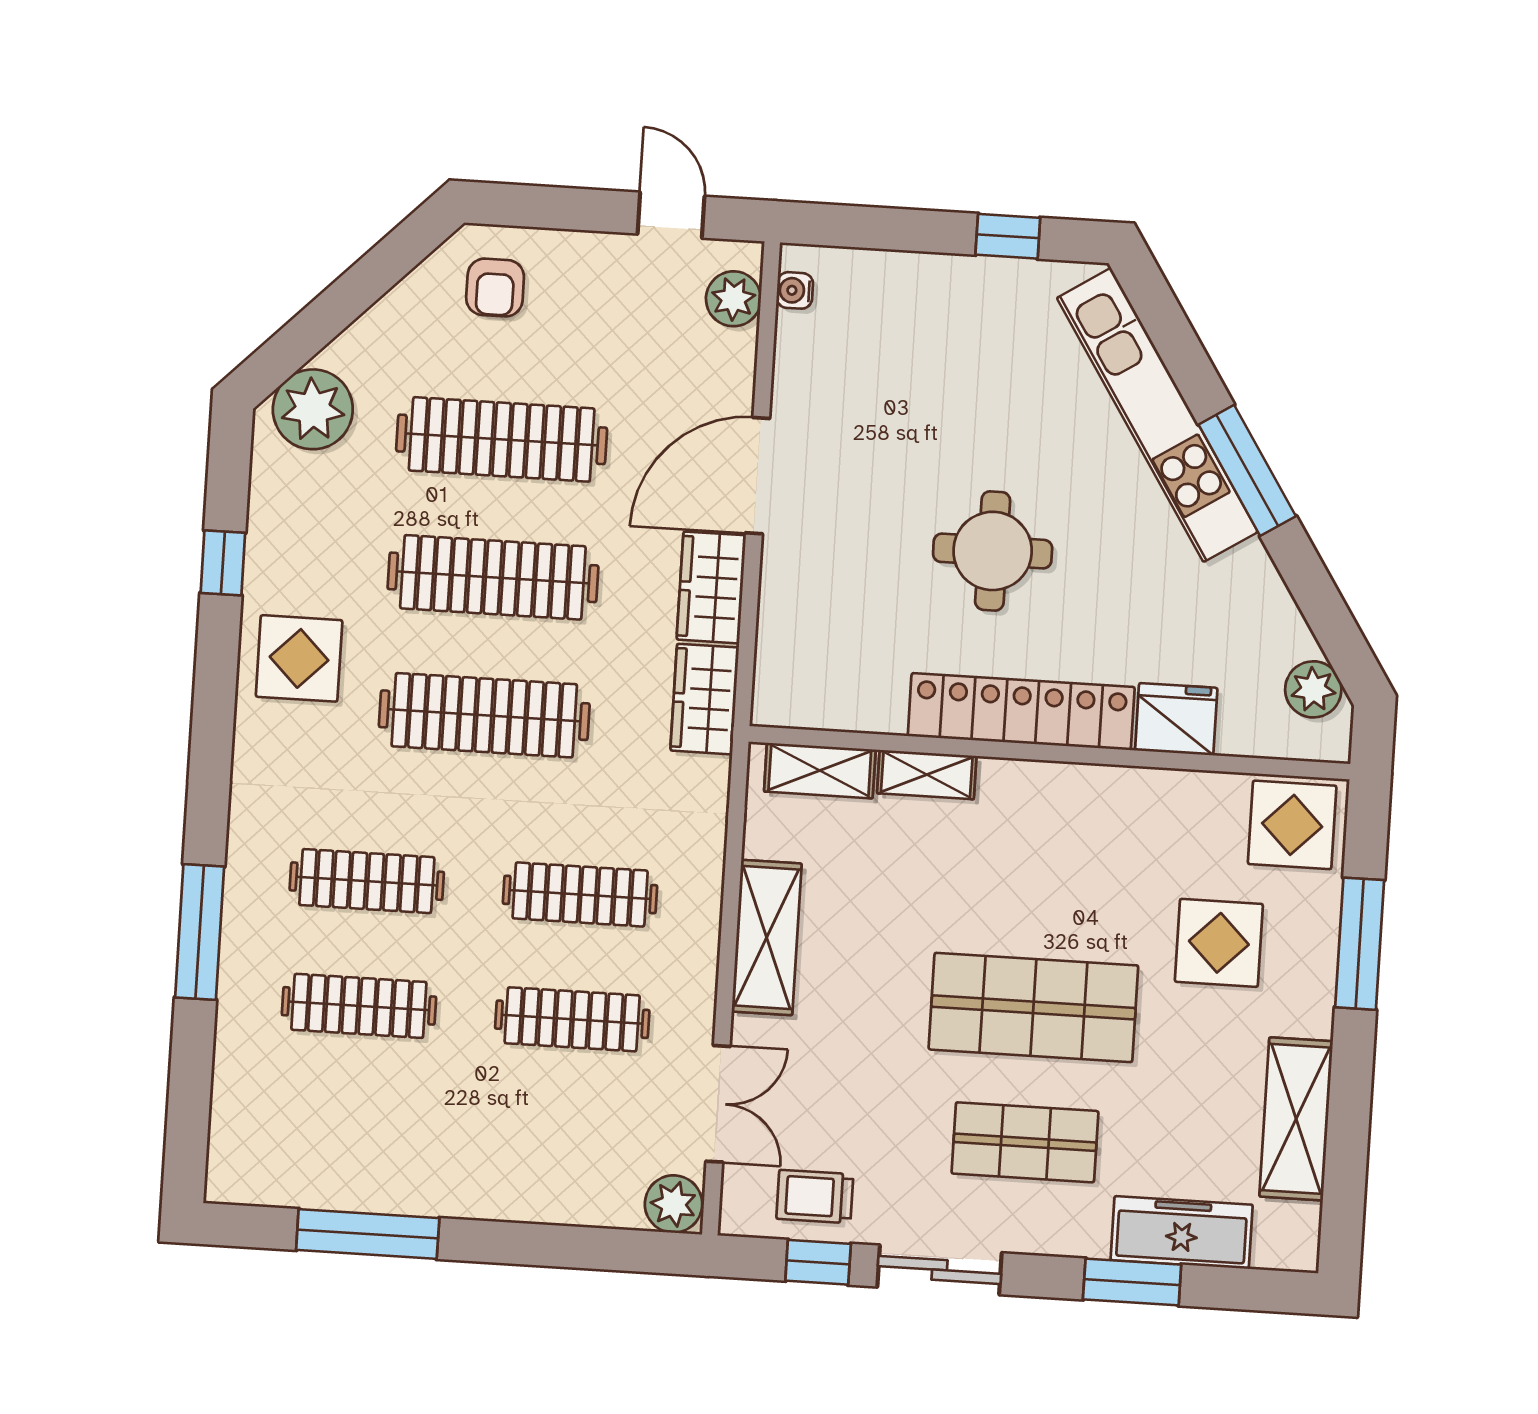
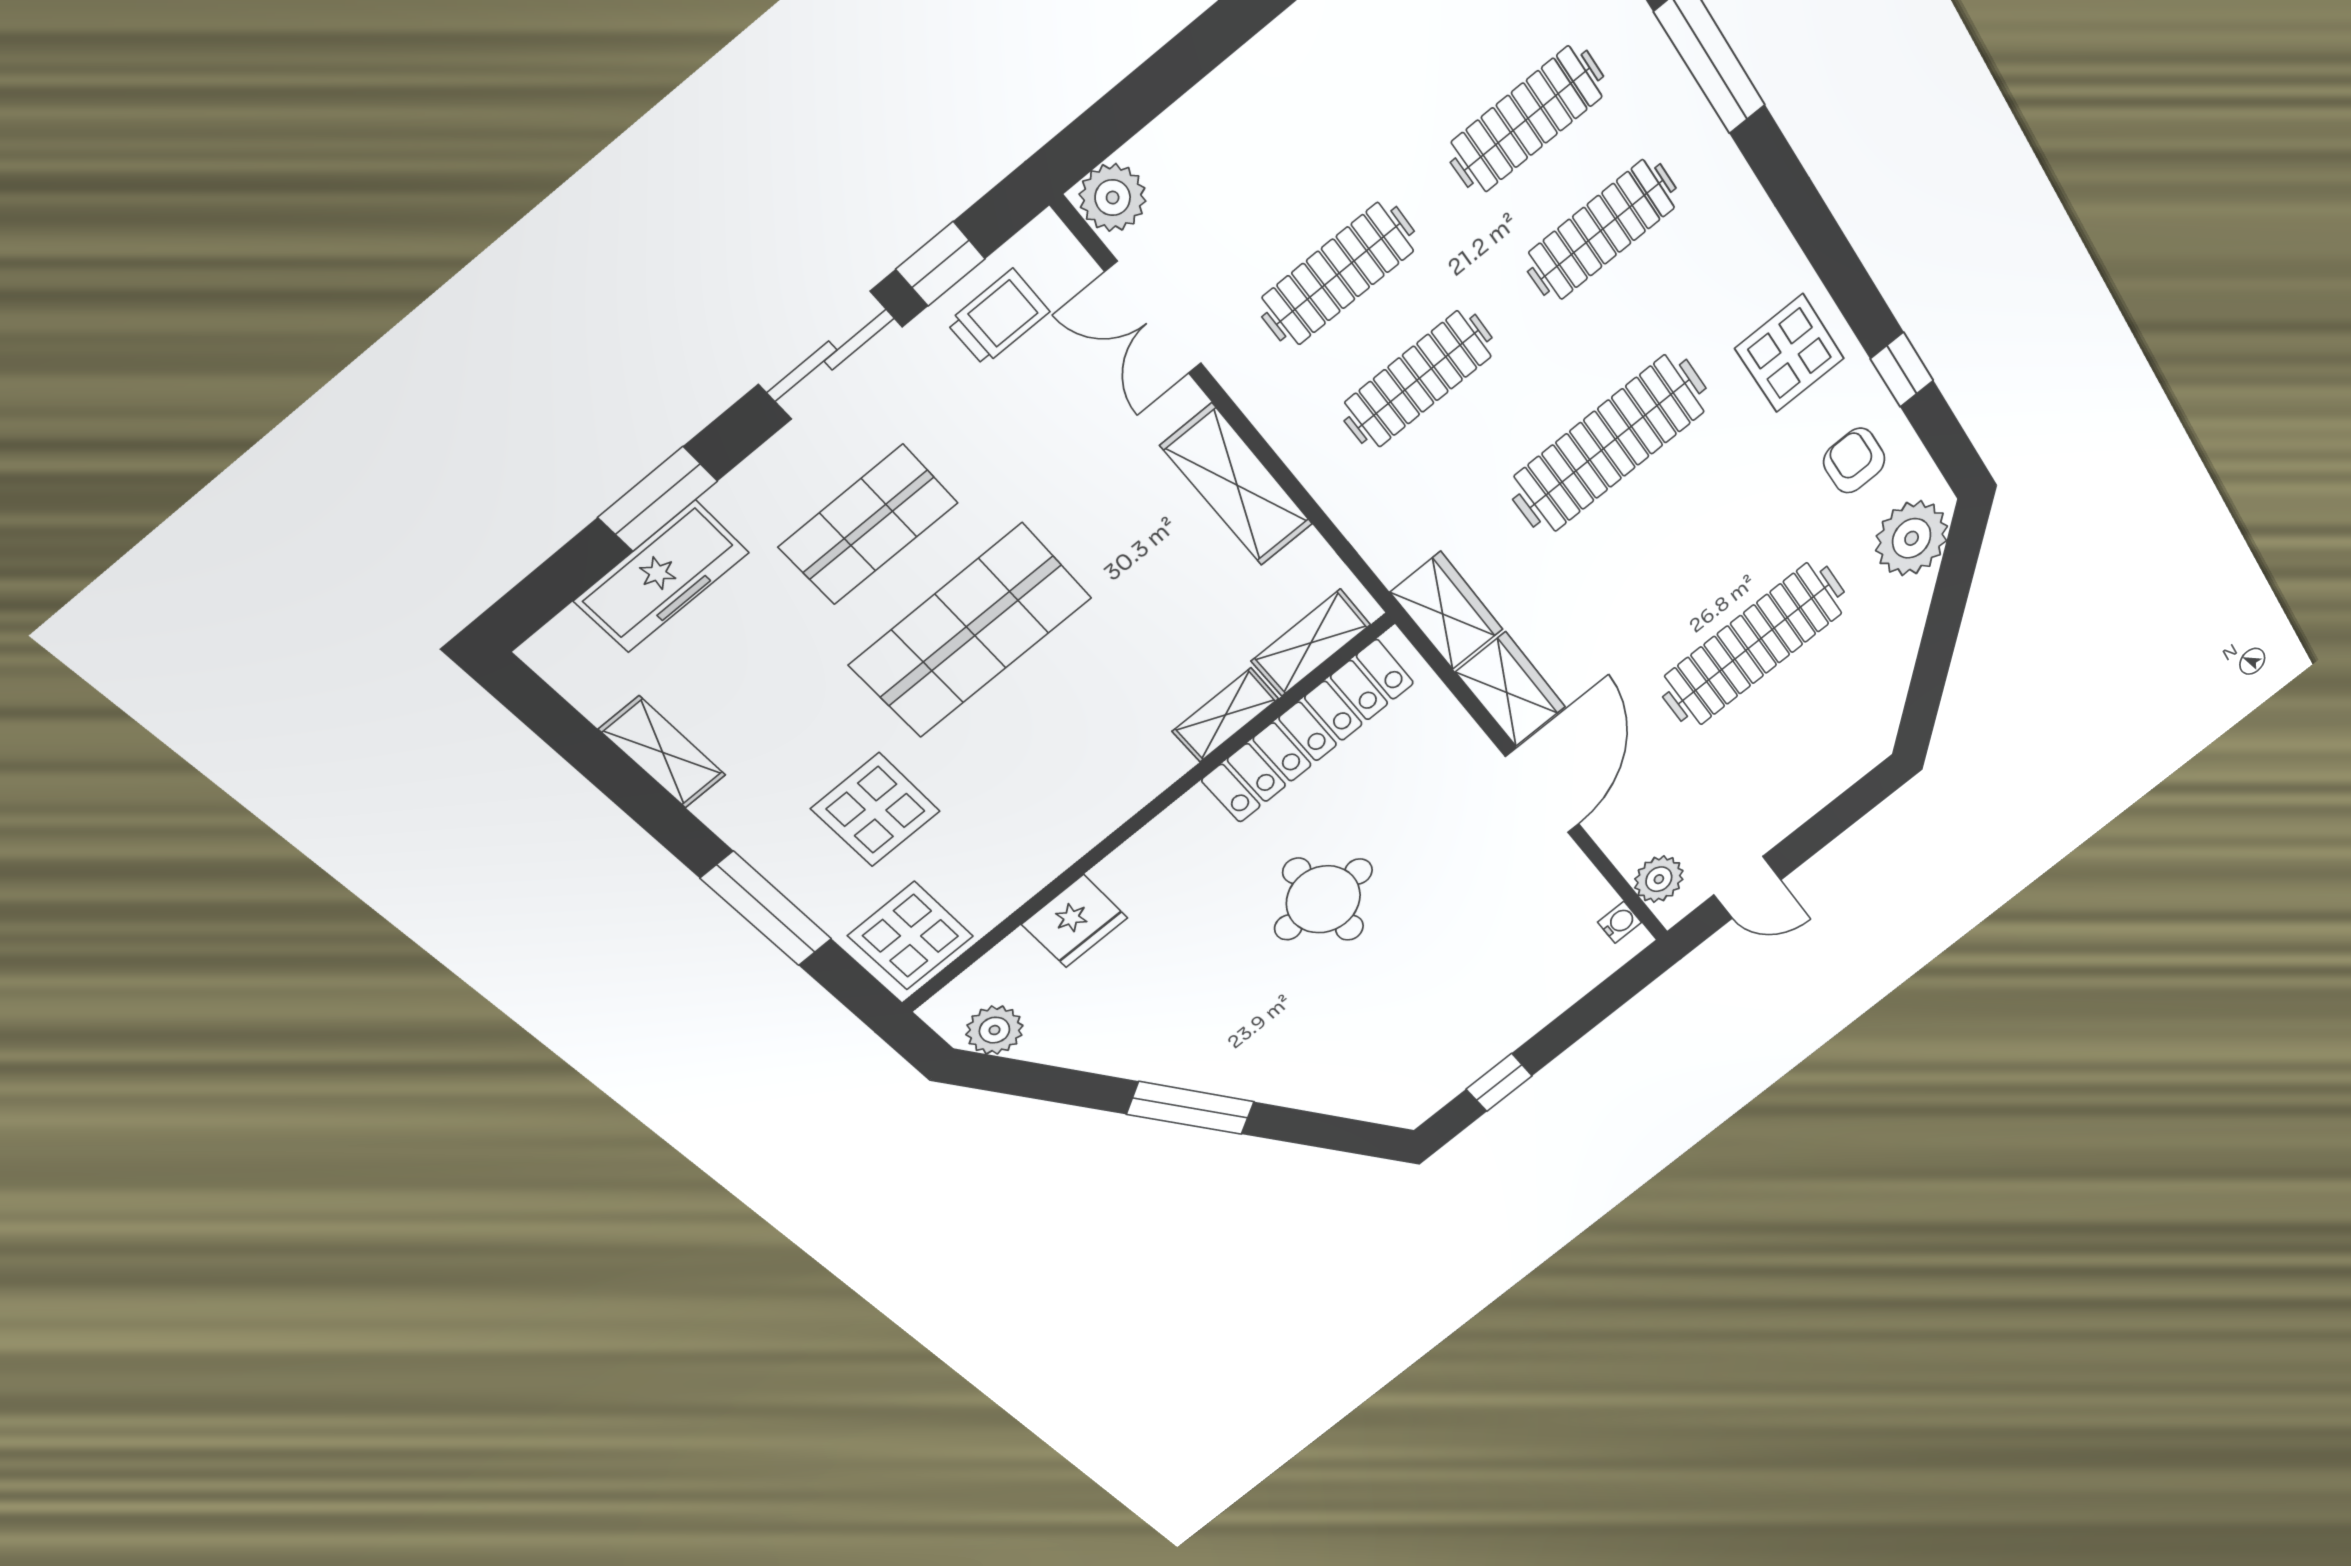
armchair: (495, 288) -> (1854, 461), moved
kitchen unit: (1157, 415) -> (1289, 1081), removed
clothes rail: (493, 577) -> (1684, 547), removed
locker: (1021, 712) -> (1308, 731), moved
shelving: (1296, 1119) -> (663, 752), width x0.67, depth x0.75

